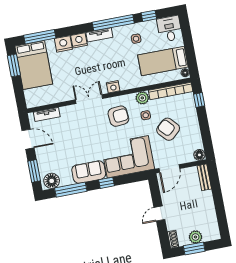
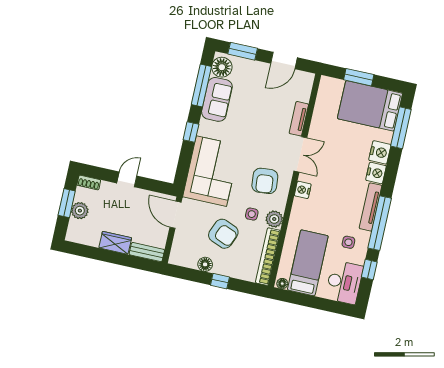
desk: (170, 29) -> (344, 282), width x1.37
tv unit: (99, 35) -> (371, 207), width x1.41
window: (14, 65) -> (359, 77), moved
window: (199, 100) -> (220, 281), moved
tv unit: (47, 115) -> (299, 119), moved
armchair: (168, 129) -> (223, 234), turned 64
floor lamp: (199, 155) -> (205, 264), moved
sofa: (89, 172) -> (217, 99), moved
wardrobe: (207, 202) -> (115, 243), added
door: (159, 213) -> (127, 179), hinge flipped

